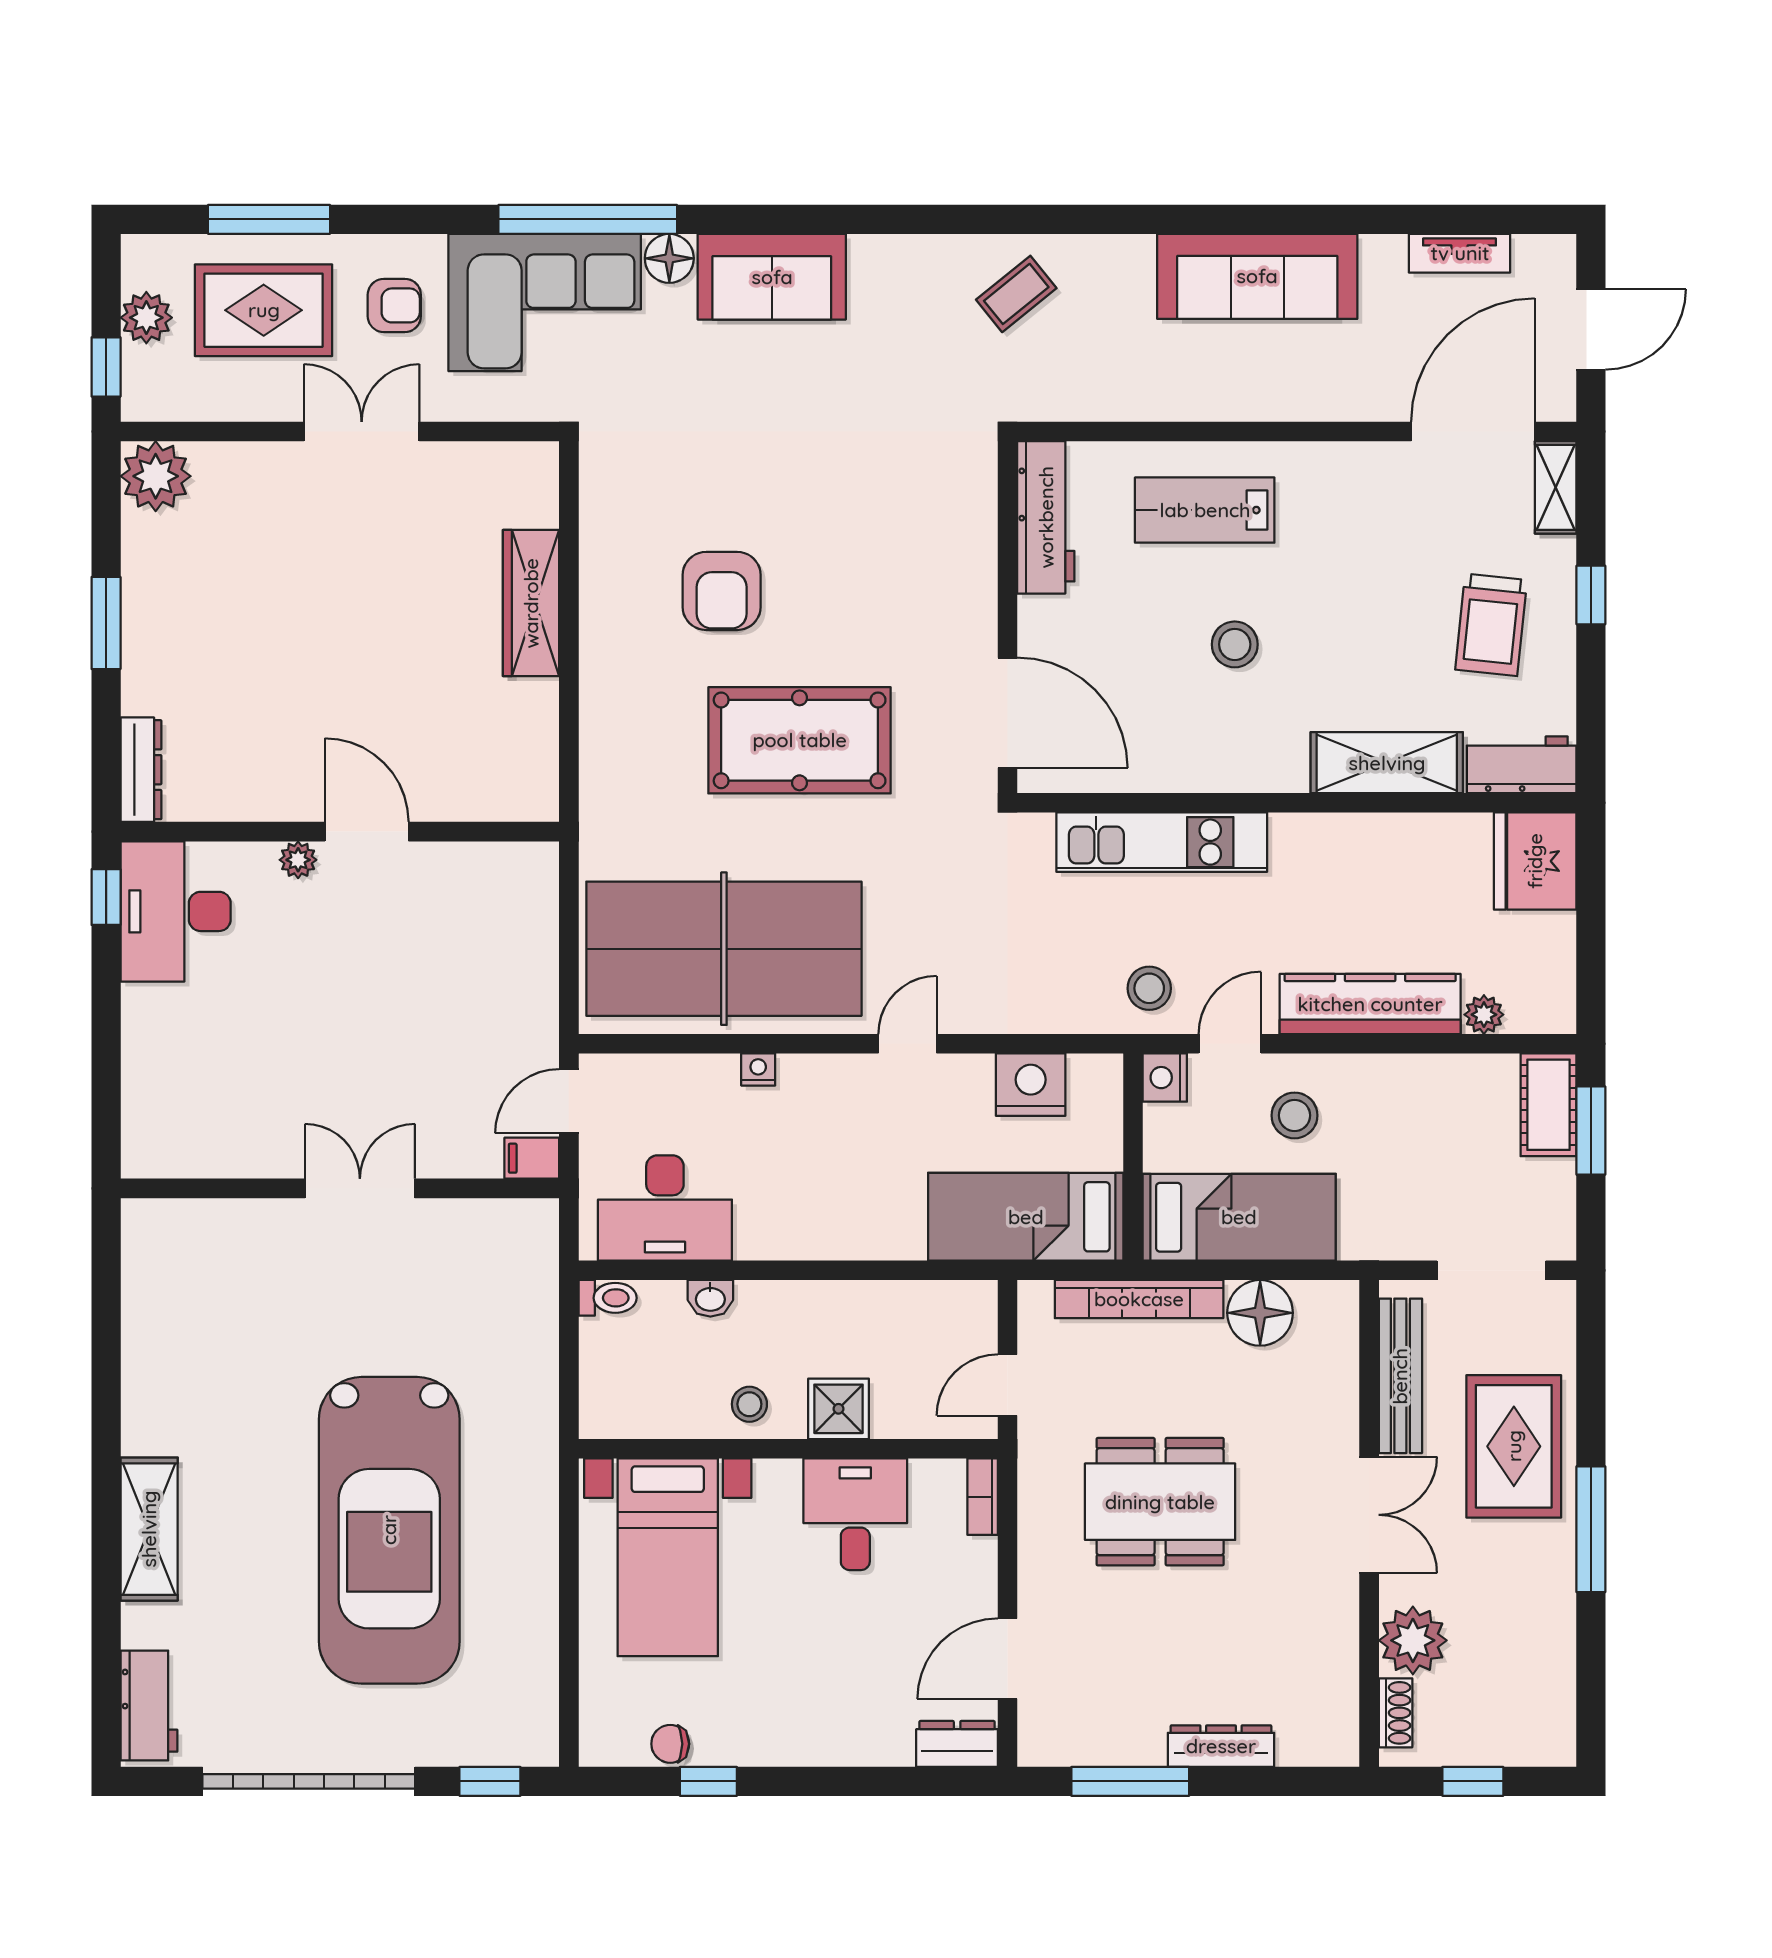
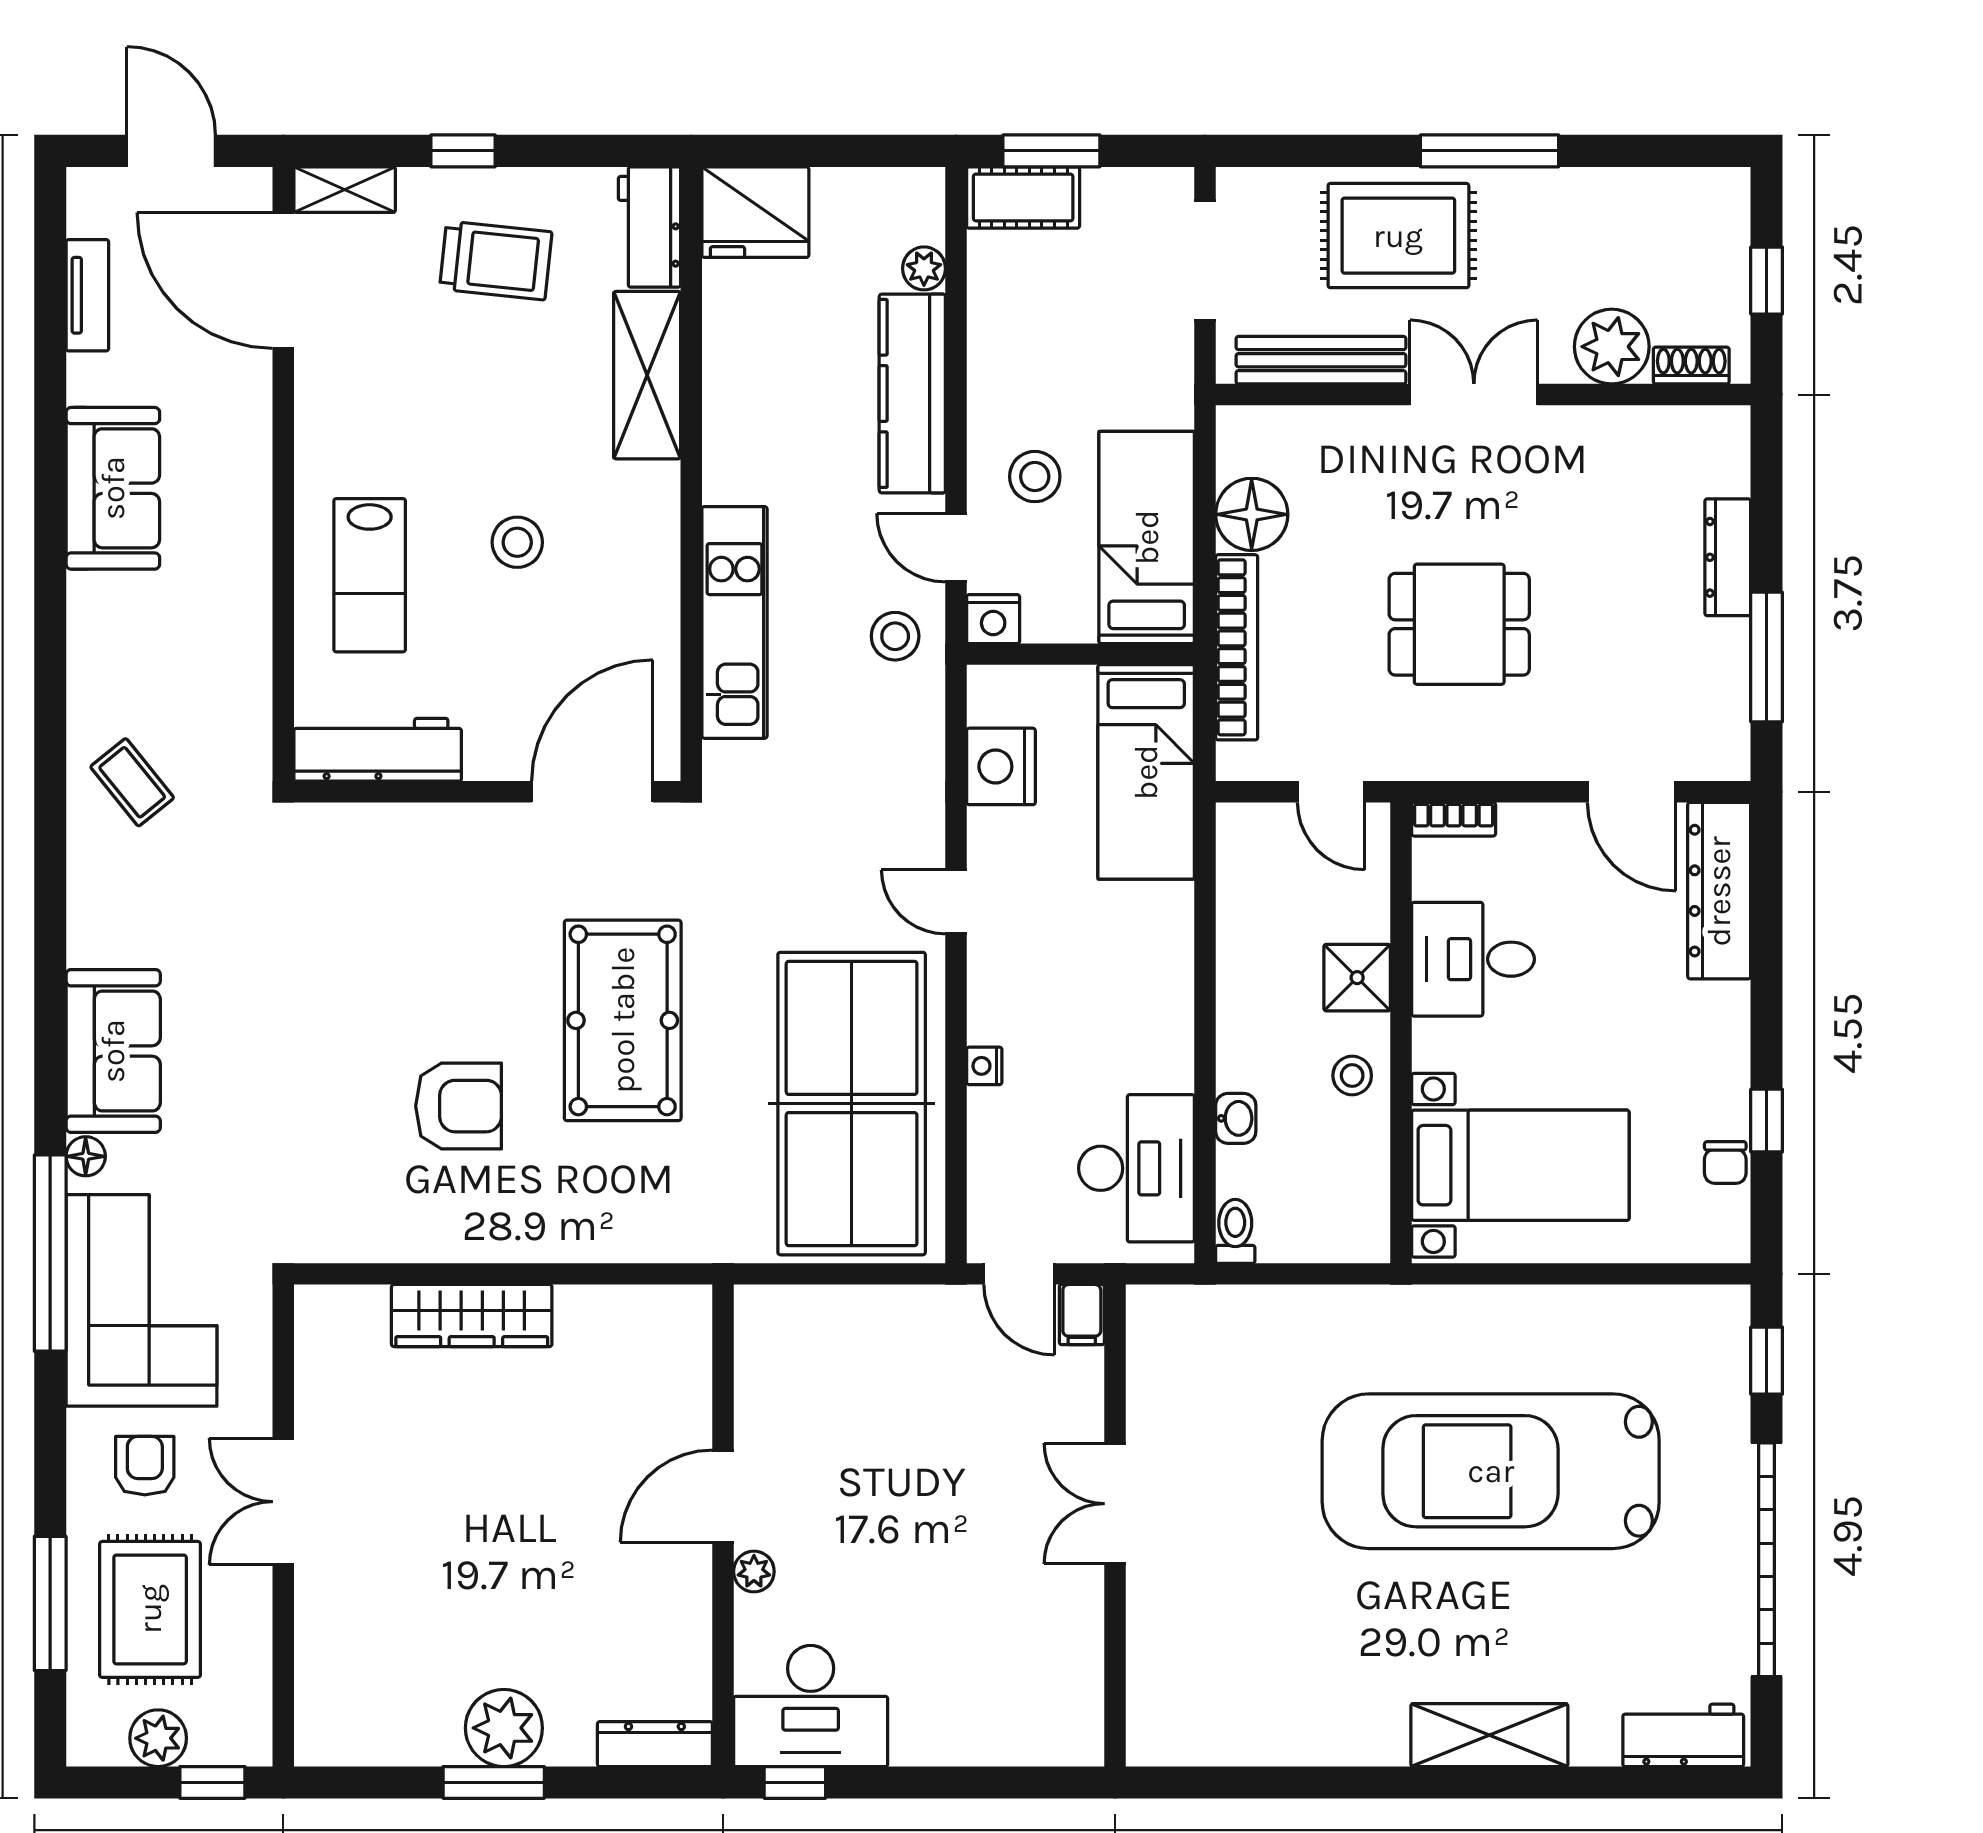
floor lamp: (669, 258) -> (86, 1156), width x0.73, depth x0.73
sofa: (1257, 276) -> (113, 488), width x0.73
plant: (156, 476) -> (504, 1728), moved
dining table: (1160, 1502) -> (1459, 624), width x0.73
car: (389, 1530) -> (1491, 1471), turned 180
dresser: (957, 1744) -> (1719, 891), width x1.96, depth x1.24

